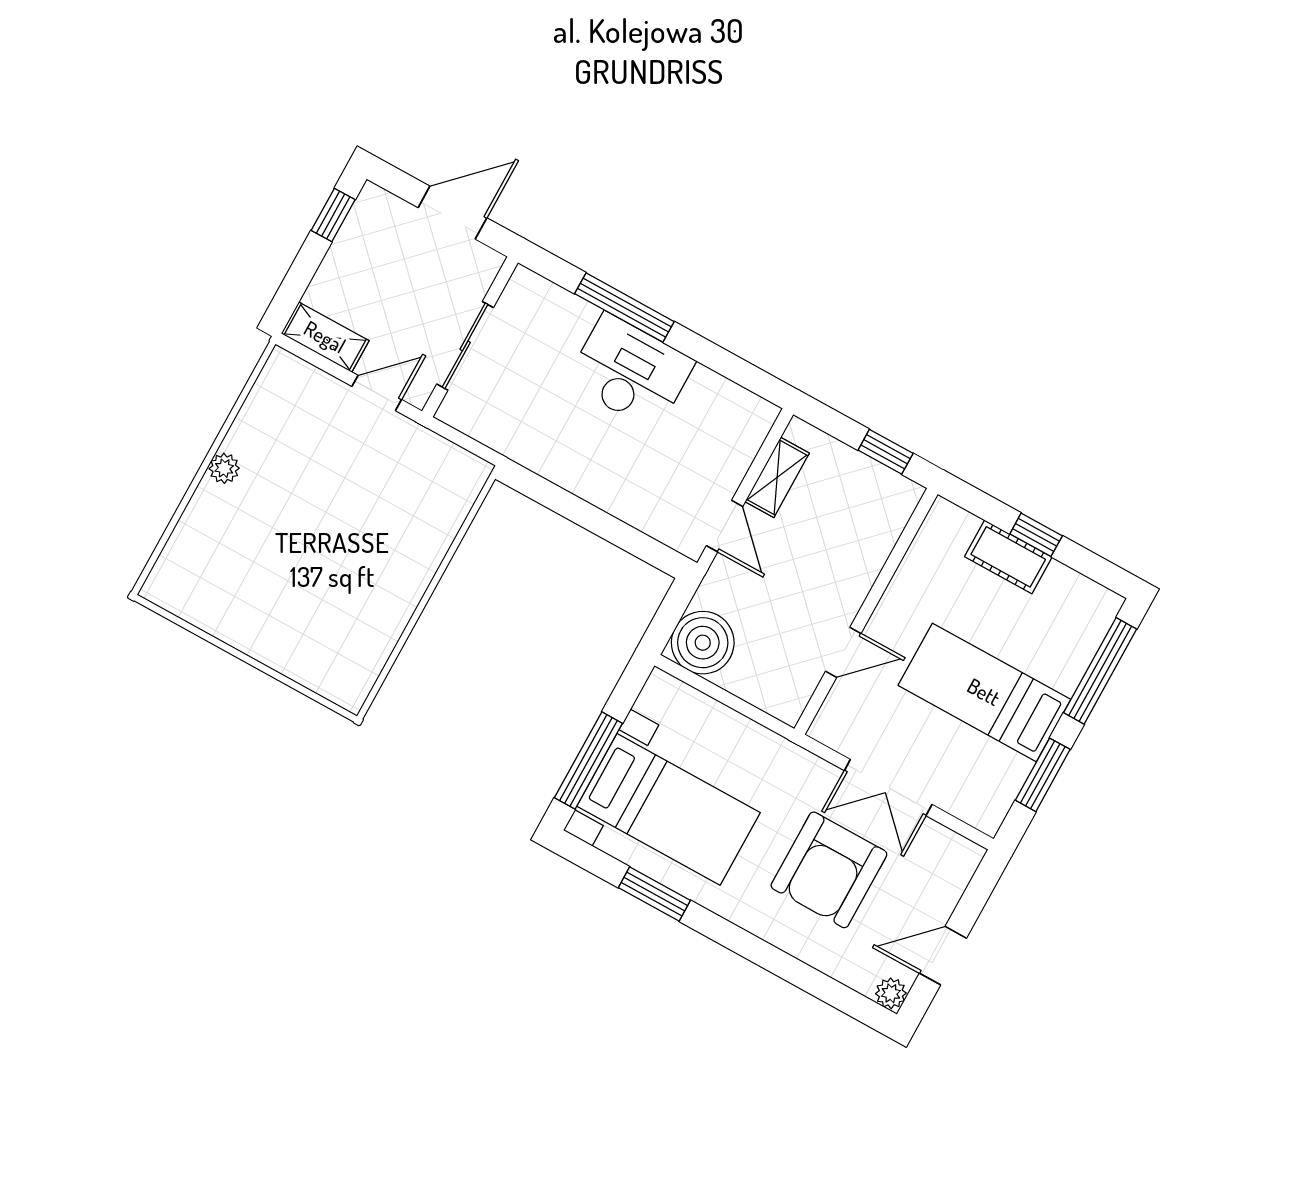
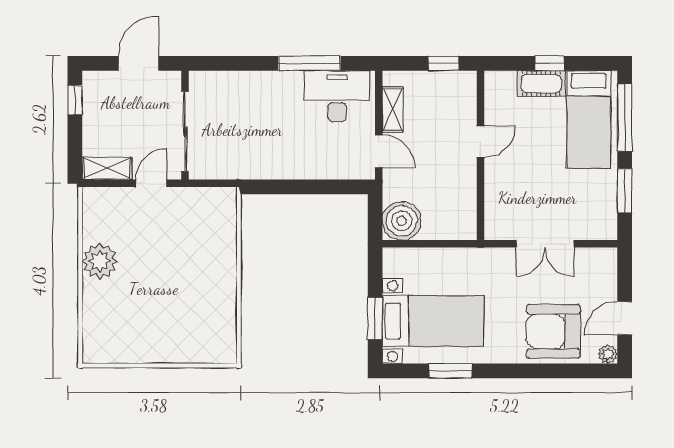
window: (624, 308) -> (309, 63), moved
sliding door: (465, 346) -> (185, 131), width x1.37
desk: (630, 372) -> (337, 96), moved
plant: (224, 468) -> (100, 261), width x1.88, depth x1.88
door: (843, 652) -> (481, 141), moved
bed: (984, 692) -> (589, 119), moved, turned -90
window: (588, 760) -> (375, 318), width x0.69
armchair: (829, 870) -> (553, 331), moved, turned 90

